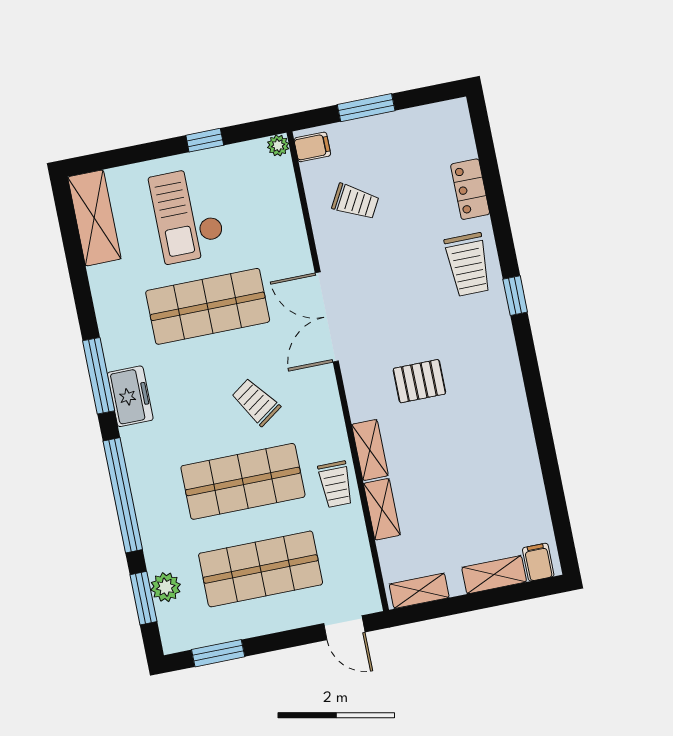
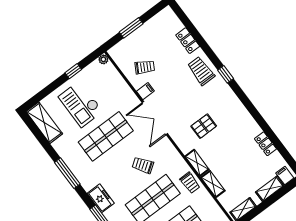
filing cabinet: (312, 147) -> (145, 91), moved
trolley: (468, 265) -> (201, 71), turned 180
window: (99, 376) -> (67, 173), moved
freezer: (130, 396) -> (101, 198), moved
locker: (529, 478) -> (265, 144), added

